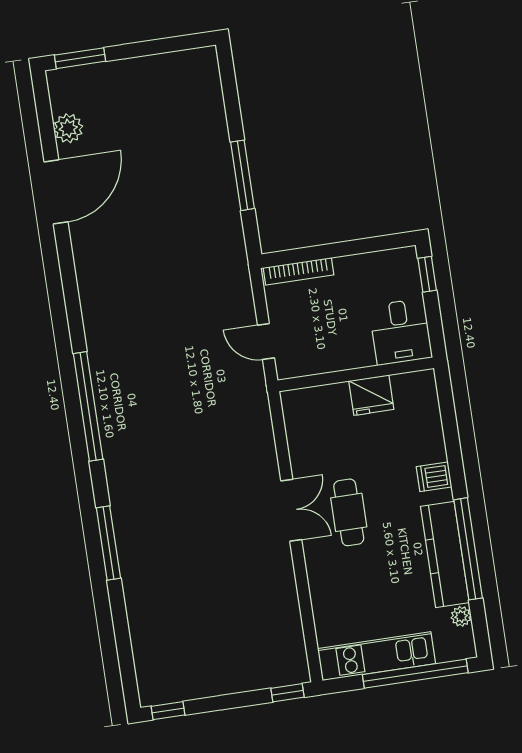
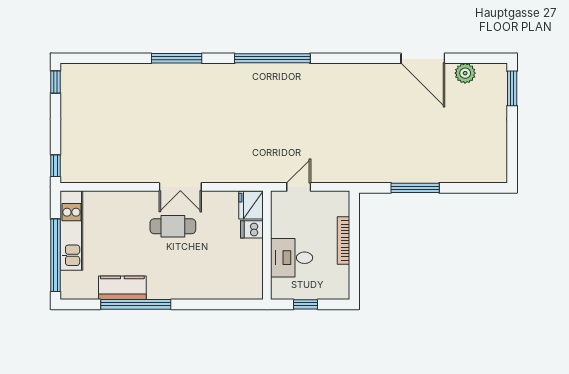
bookcase: (298, 271) -> (343, 241), moved
window: (427, 274) -> (305, 304), moved
desk: (401, 332) -> (292, 258), moved
fridge: (371, 395) -> (251, 205), moved
dishwasher: (434, 477) -> (252, 229), moved, turned -90
kitchen counter: (445, 554) -> (122, 288), width x0.67
plant: (461, 616) -> (90, 293), removed

